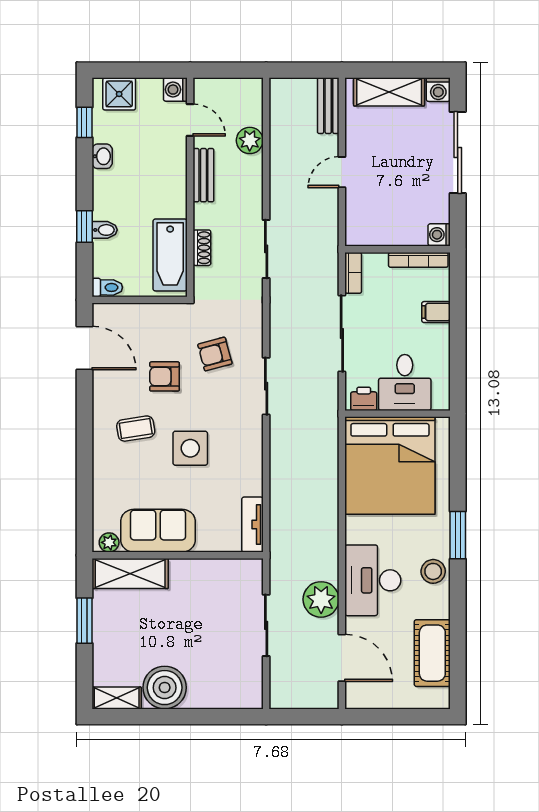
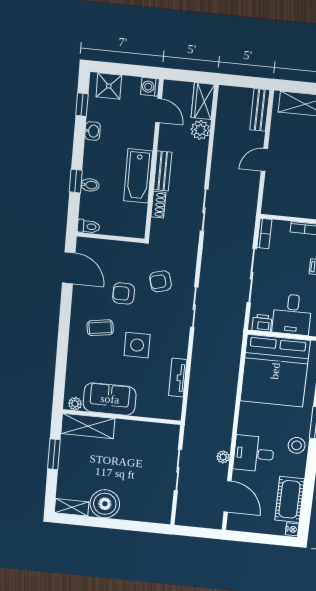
wardrobe: (249, 101) -> (203, 101), added
bench: (203, 175) -> (163, 171), moved
bathtub: (170, 255) -> (138, 176), moved
tv unit: (252, 525) -> (178, 378), moved
desk: (373, 580) -> (254, 454), width x0.73
plant: (321, 599) -> (223, 457), width x0.53, depth x0.53
nightstand: (441, 698) -> (292, 529), added

